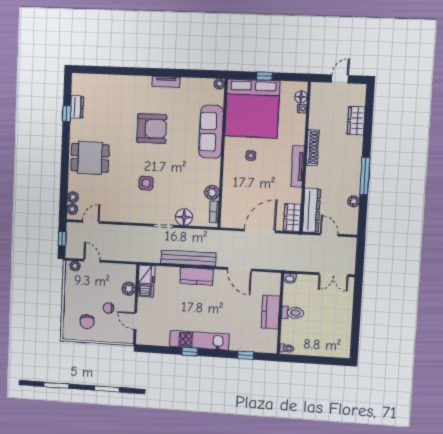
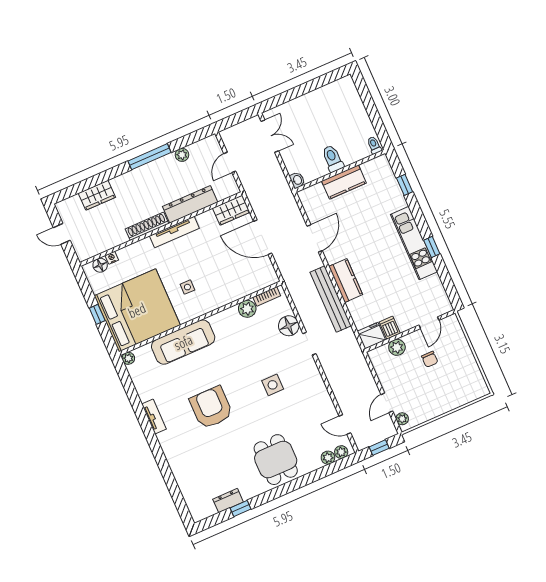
dresser: (311, 210) -> (190, 204), moved
chair: (87, 322) -> (457, 375), removed

